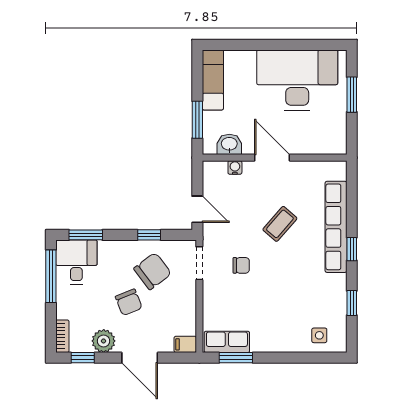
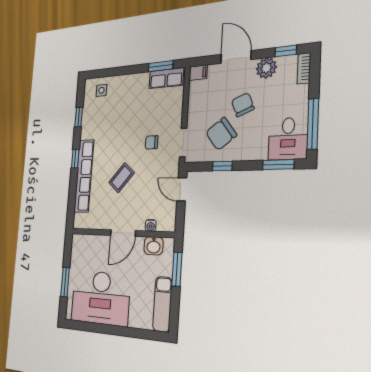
door: (272, 158) -> (123, 233), hinge flipped

